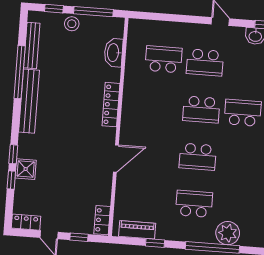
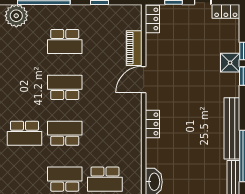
locker: (111, 105) -> (152, 124), width x0.66
piano: (137, 230) -> (134, 48), moved, turned 90
plant: (228, 233) -> (16, 16), moved

